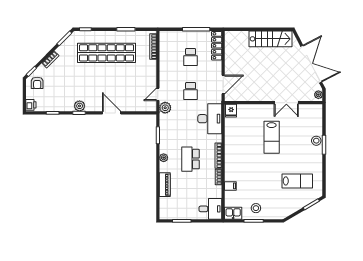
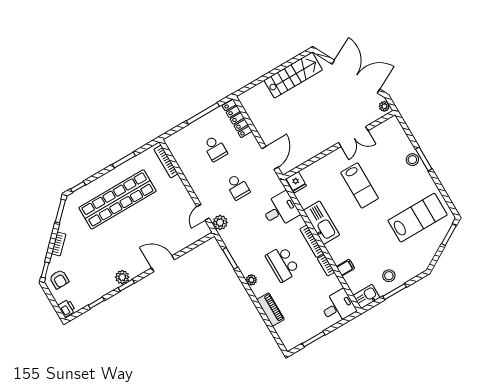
desk: (210, 119) -> (280, 210), width x0.73
kitchen sink: (232, 147) -> (321, 223), added
lab bench: (297, 181) -> (418, 218), width x1.36, depth x1.39

